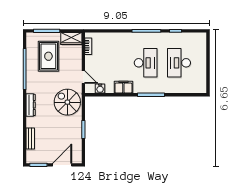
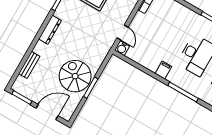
filing cabinet: (123, 87) -> (163, 70), width x0.50
water cooler: (100, 89) -> (122, 48), moved
spiral stairs: (67, 102) -> (75, 76), moved

